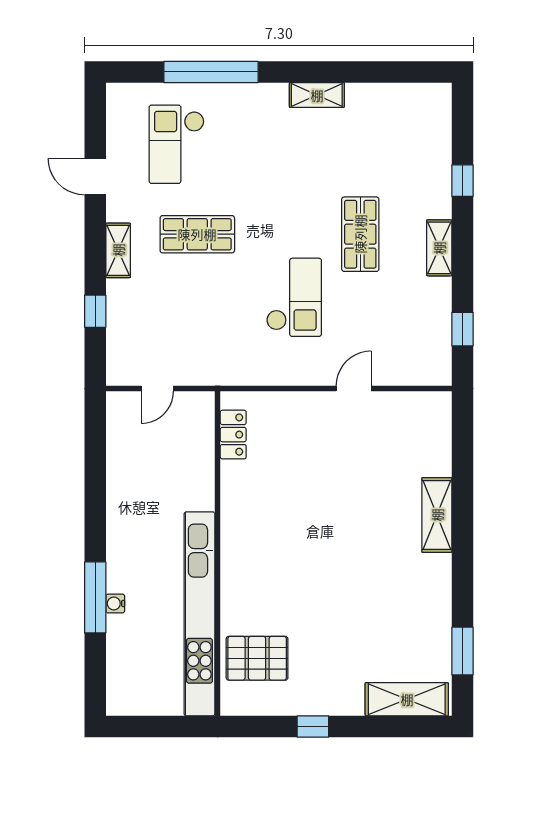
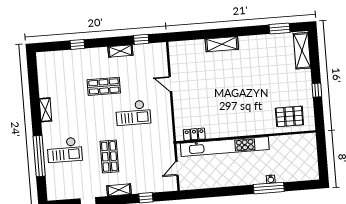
checkout: (177, 144) -> (65, 150), moved
shelving: (439, 248) -> (120, 51), moved
checkout: (294, 297) -> (133, 113), turned 180
door: (157, 389) -> (177, 168), swing flipped
kitchen unit: (199, 614) -> (225, 146), moved
pallet: (257, 658) -> (289, 116), turned 90

